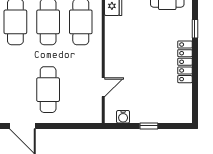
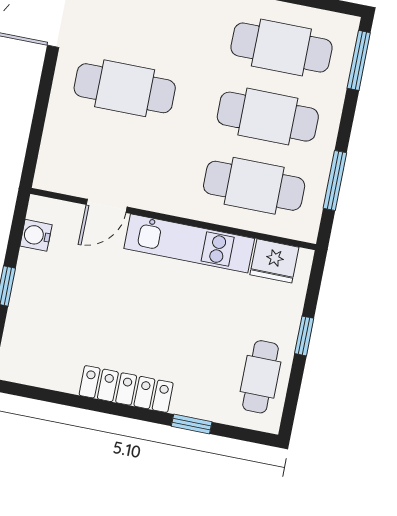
kitchen unit: (113, 46) -> (189, 243), added
door: (103, 87) -> (107, 206), hinge flipped

